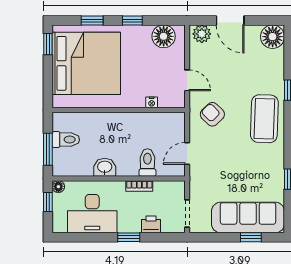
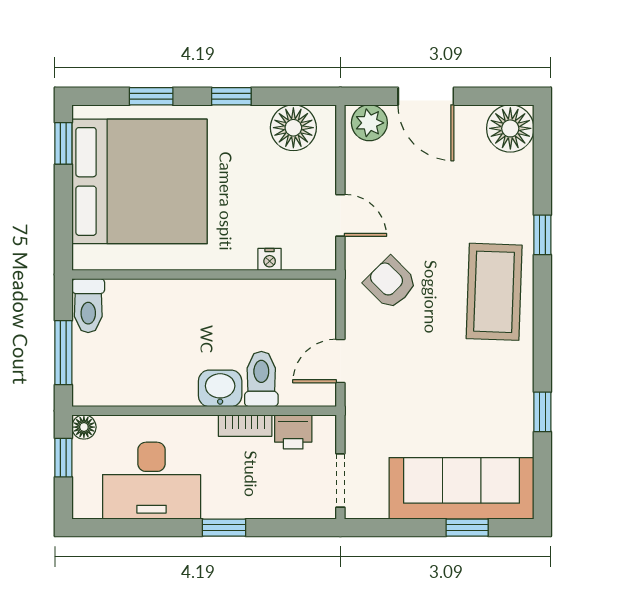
toilet: (66, 140) -> (88, 306), moved, turned 90
washbasin: (105, 167) -> (220, 388), moved
printer: (151, 224) -> (293, 432), moved, turned 180

